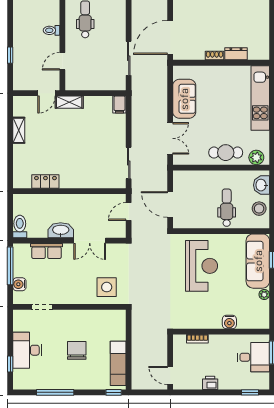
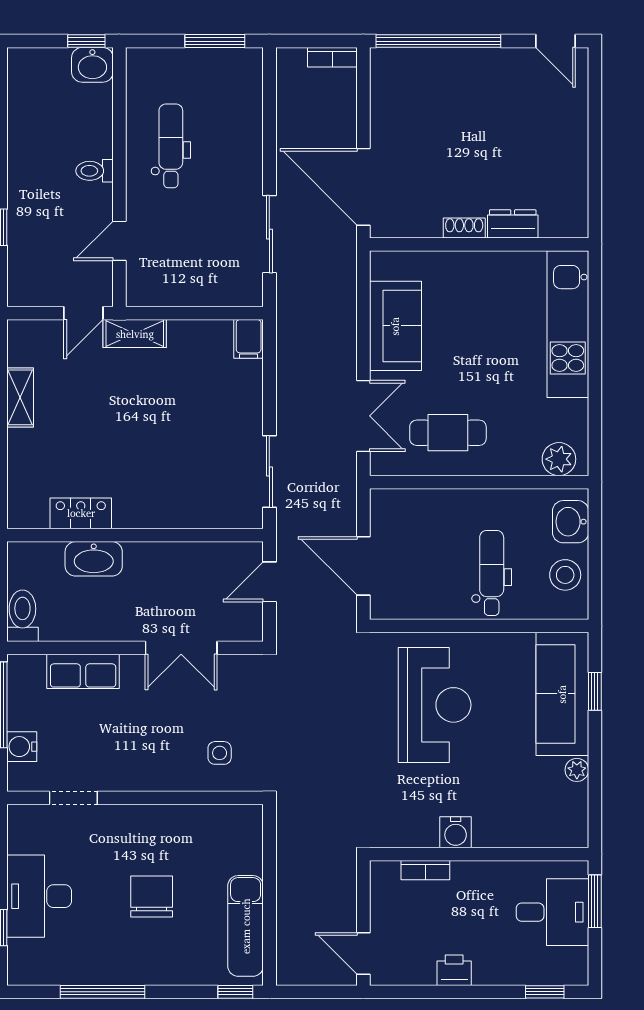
door: (170, 37) -> (363, 187), hinge flipped
cafe table: (226, 153) -> (448, 433), moved
washbasin: (61, 230) -> (94, 559), moved, turned 180
side table: (107, 287) -> (220, 753), width x0.54, depth x0.54
water cooler: (229, 322) -> (456, 832), moved

